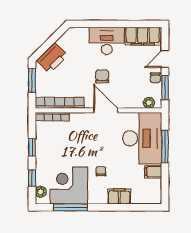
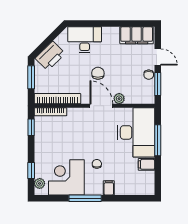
desk: (107, 41) -> (85, 40), moved
door: (165, 59) -> (158, 57), swing flipped
plant: (149, 103) -> (119, 99), moved
window: (32, 147) -> (31, 127), moved
filing cabinet: (119, 196) -> (109, 188), width x0.50
window: (71, 207) -> (85, 198), moved

